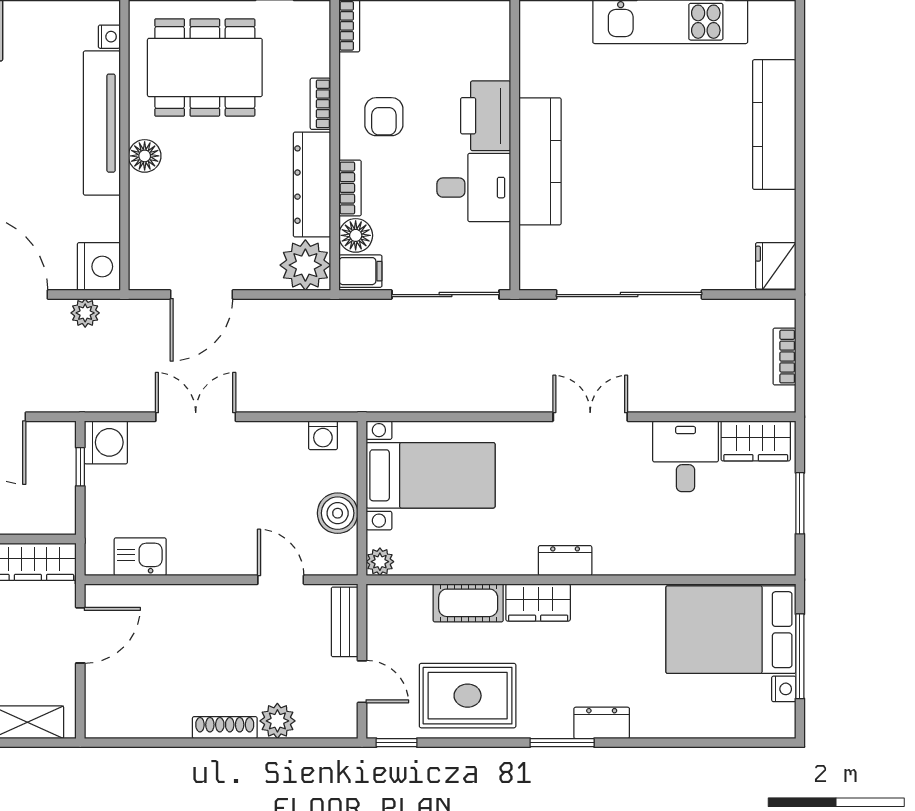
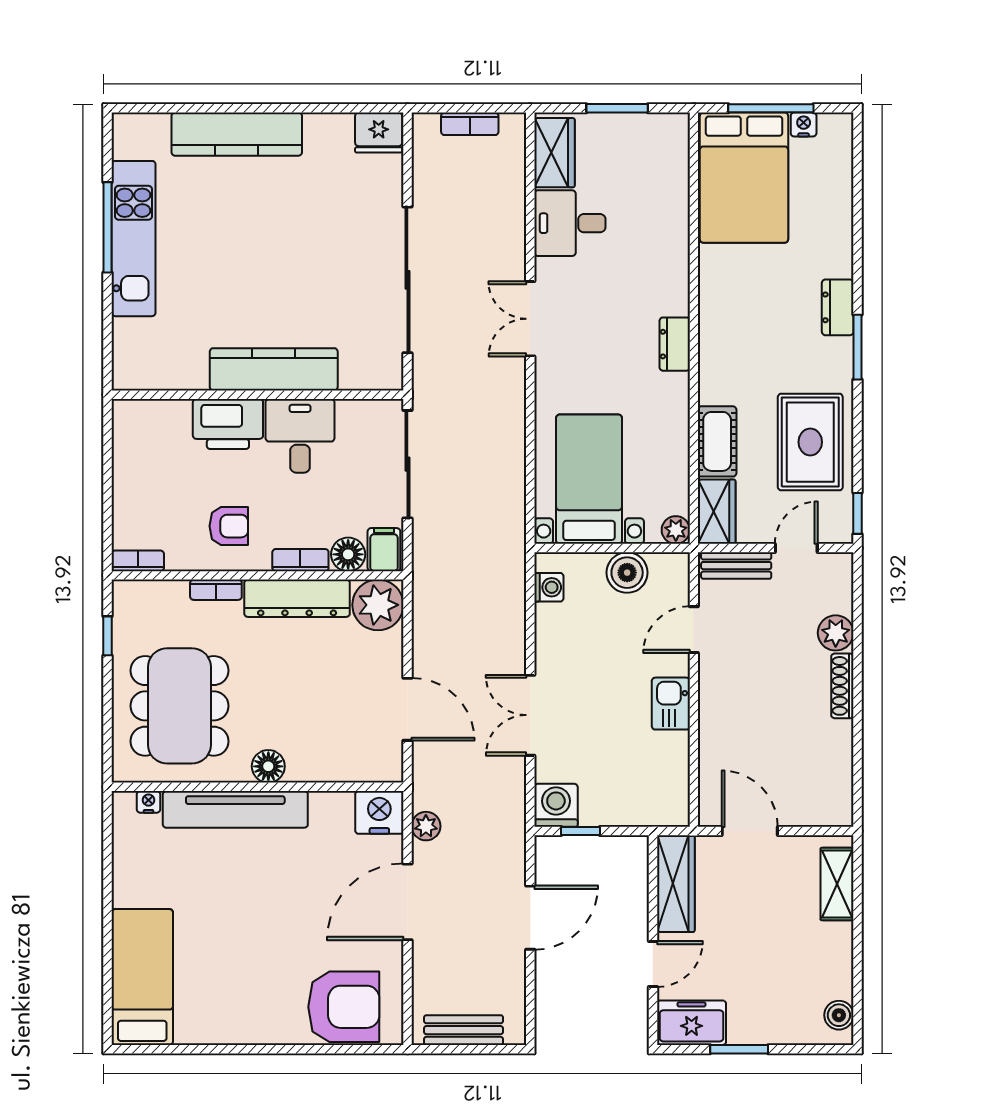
kitchen sink: (140, 557) -> (671, 704), moved
wardrobe: (538, 602) -> (717, 512), moved

